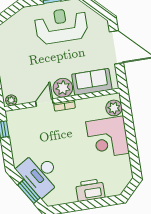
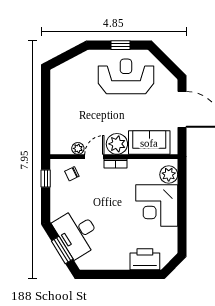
plant: (11, 100) -> (78, 148), moved
chair: (26, 121) -> (72, 174), added
printer: (90, 190) -> (145, 259), moved

